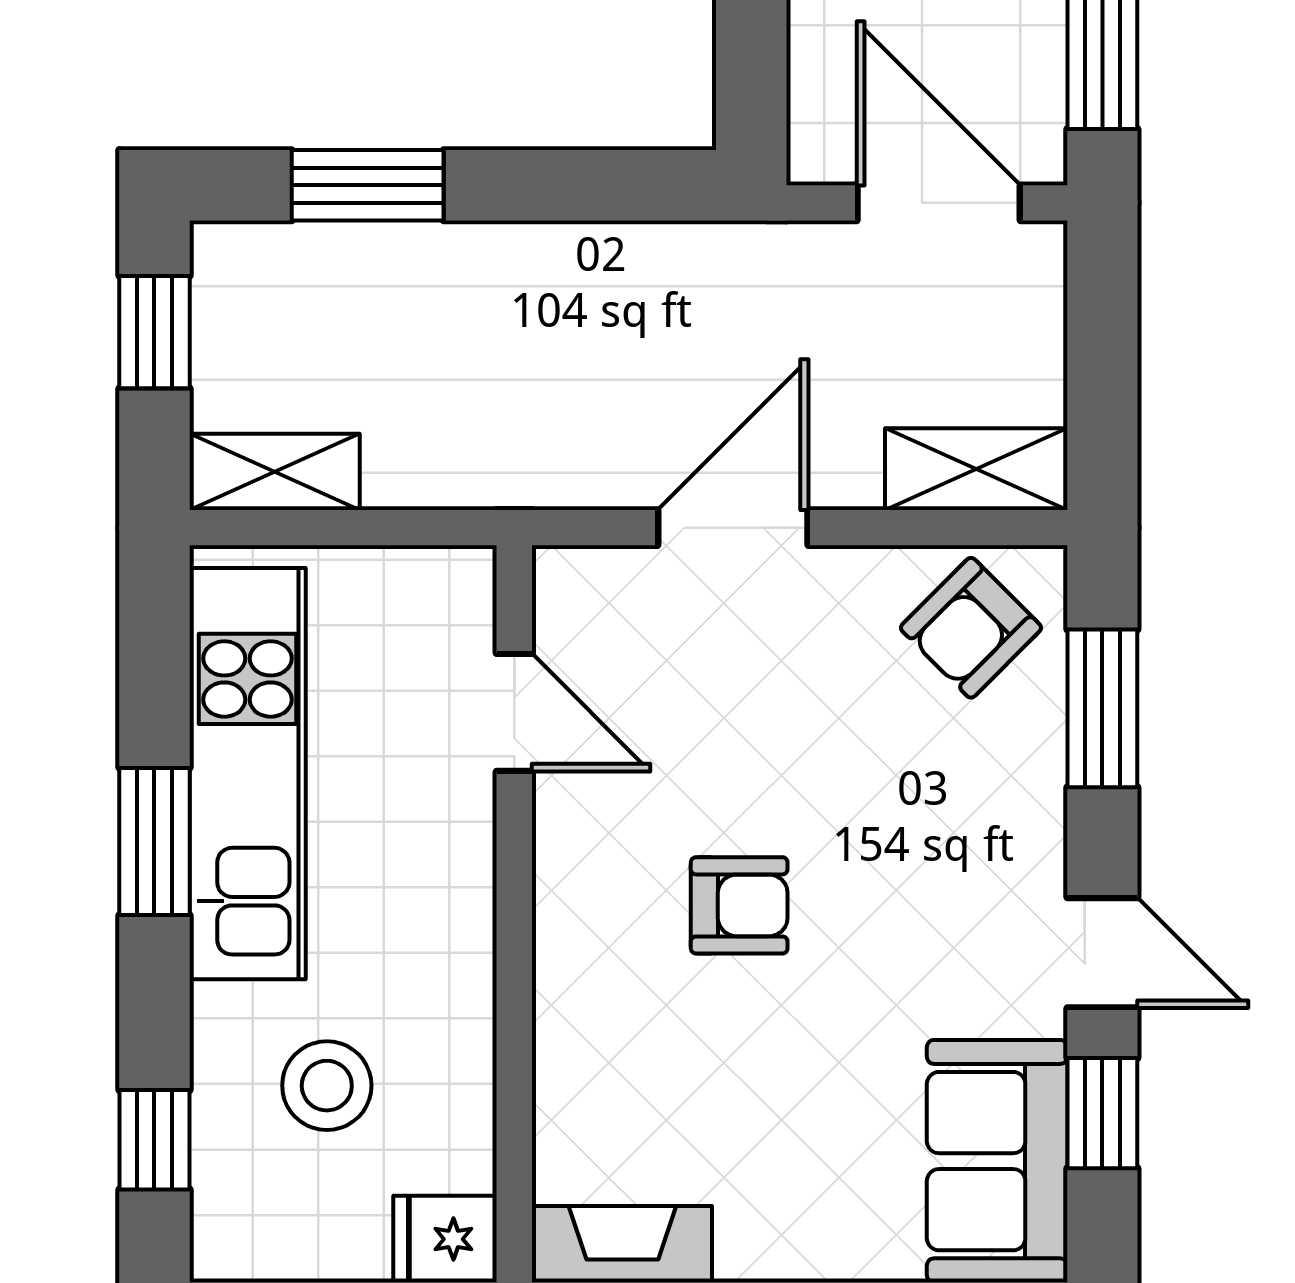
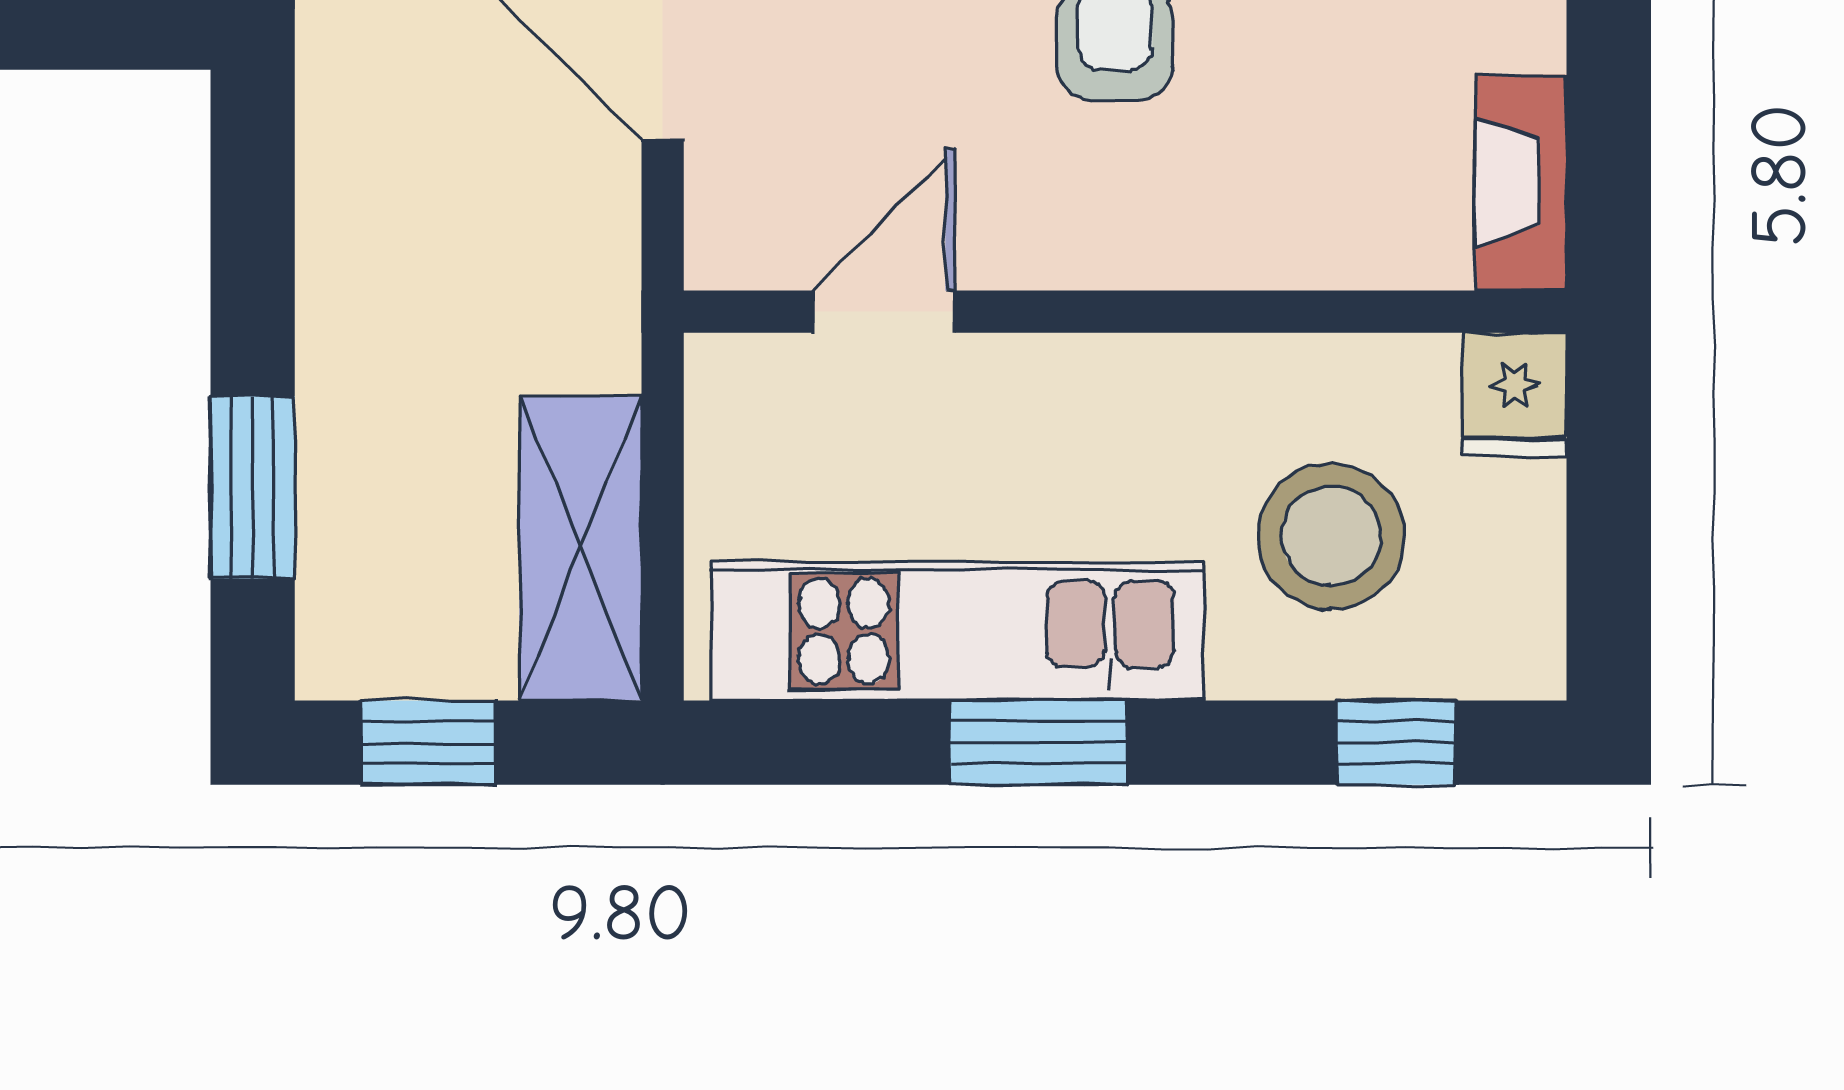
shelving: (275, 472) -> (581, 548), width x1.50, depth x1.33
stool: (327, 1086) -> (1331, 536), width x1.38, depth x1.38

